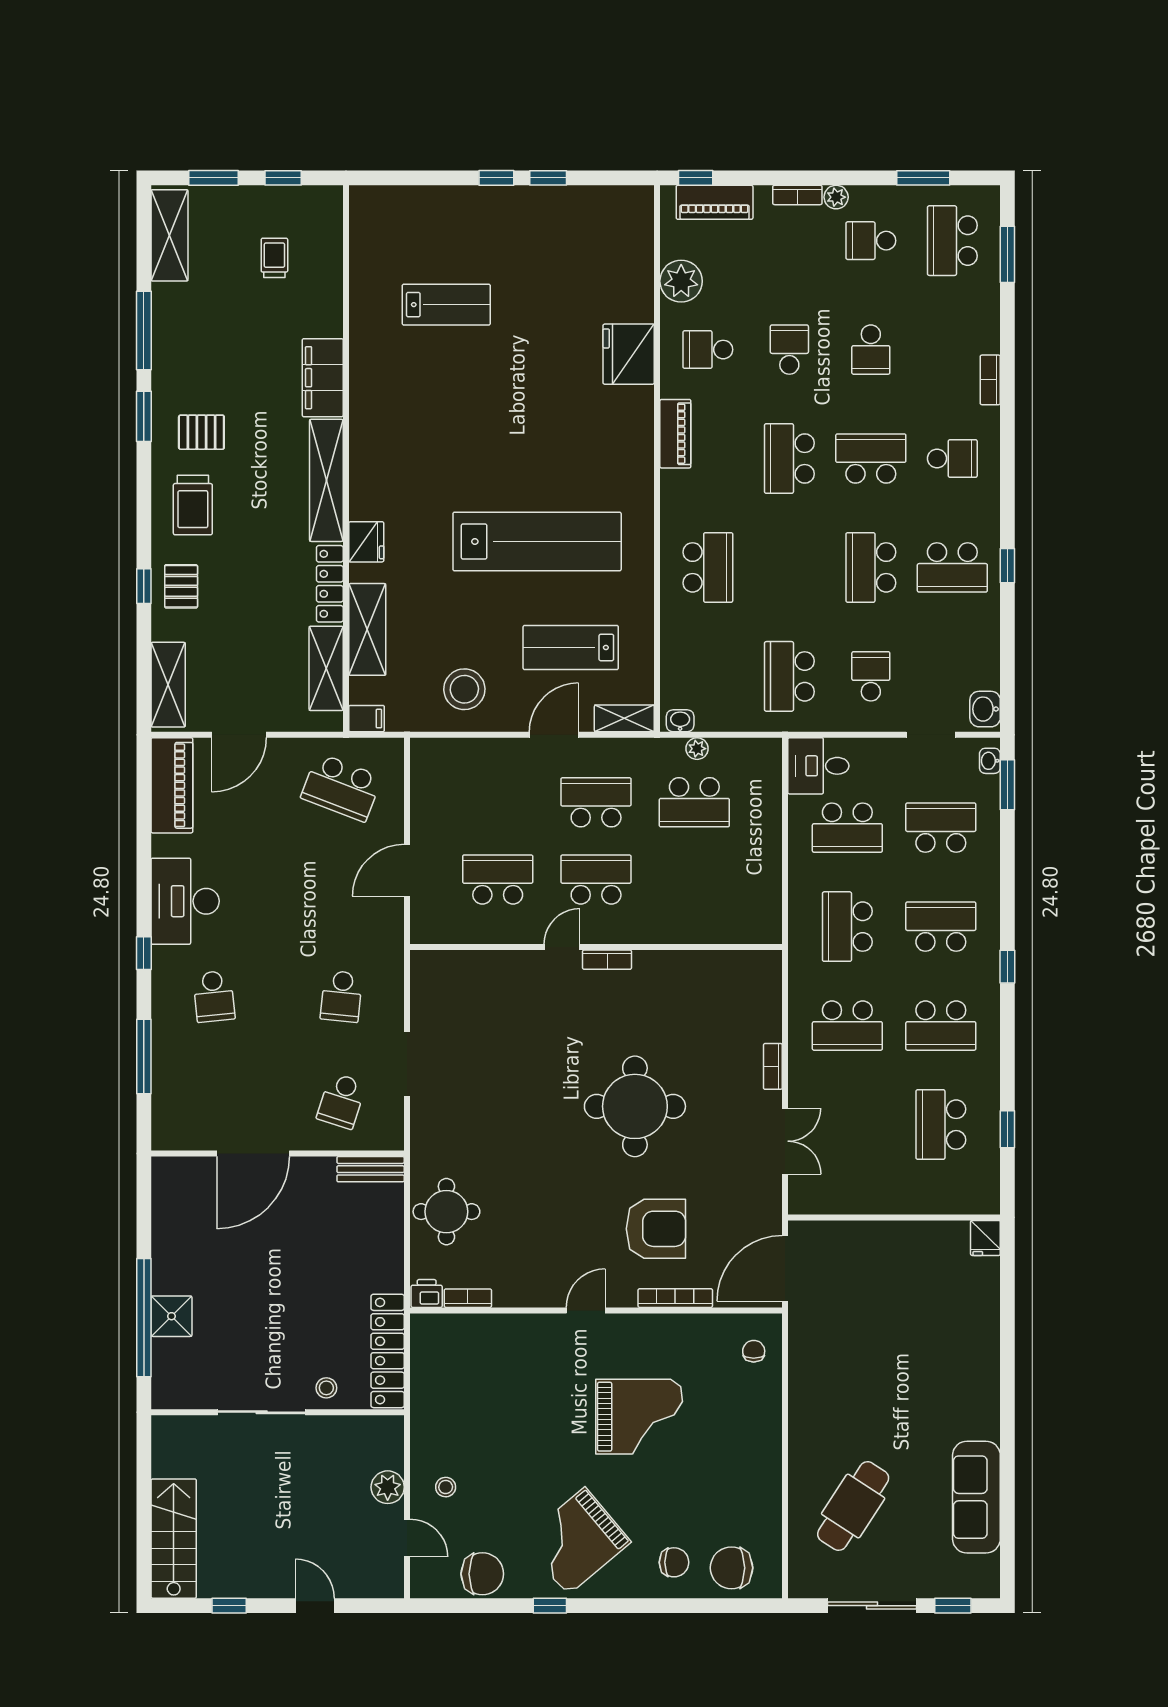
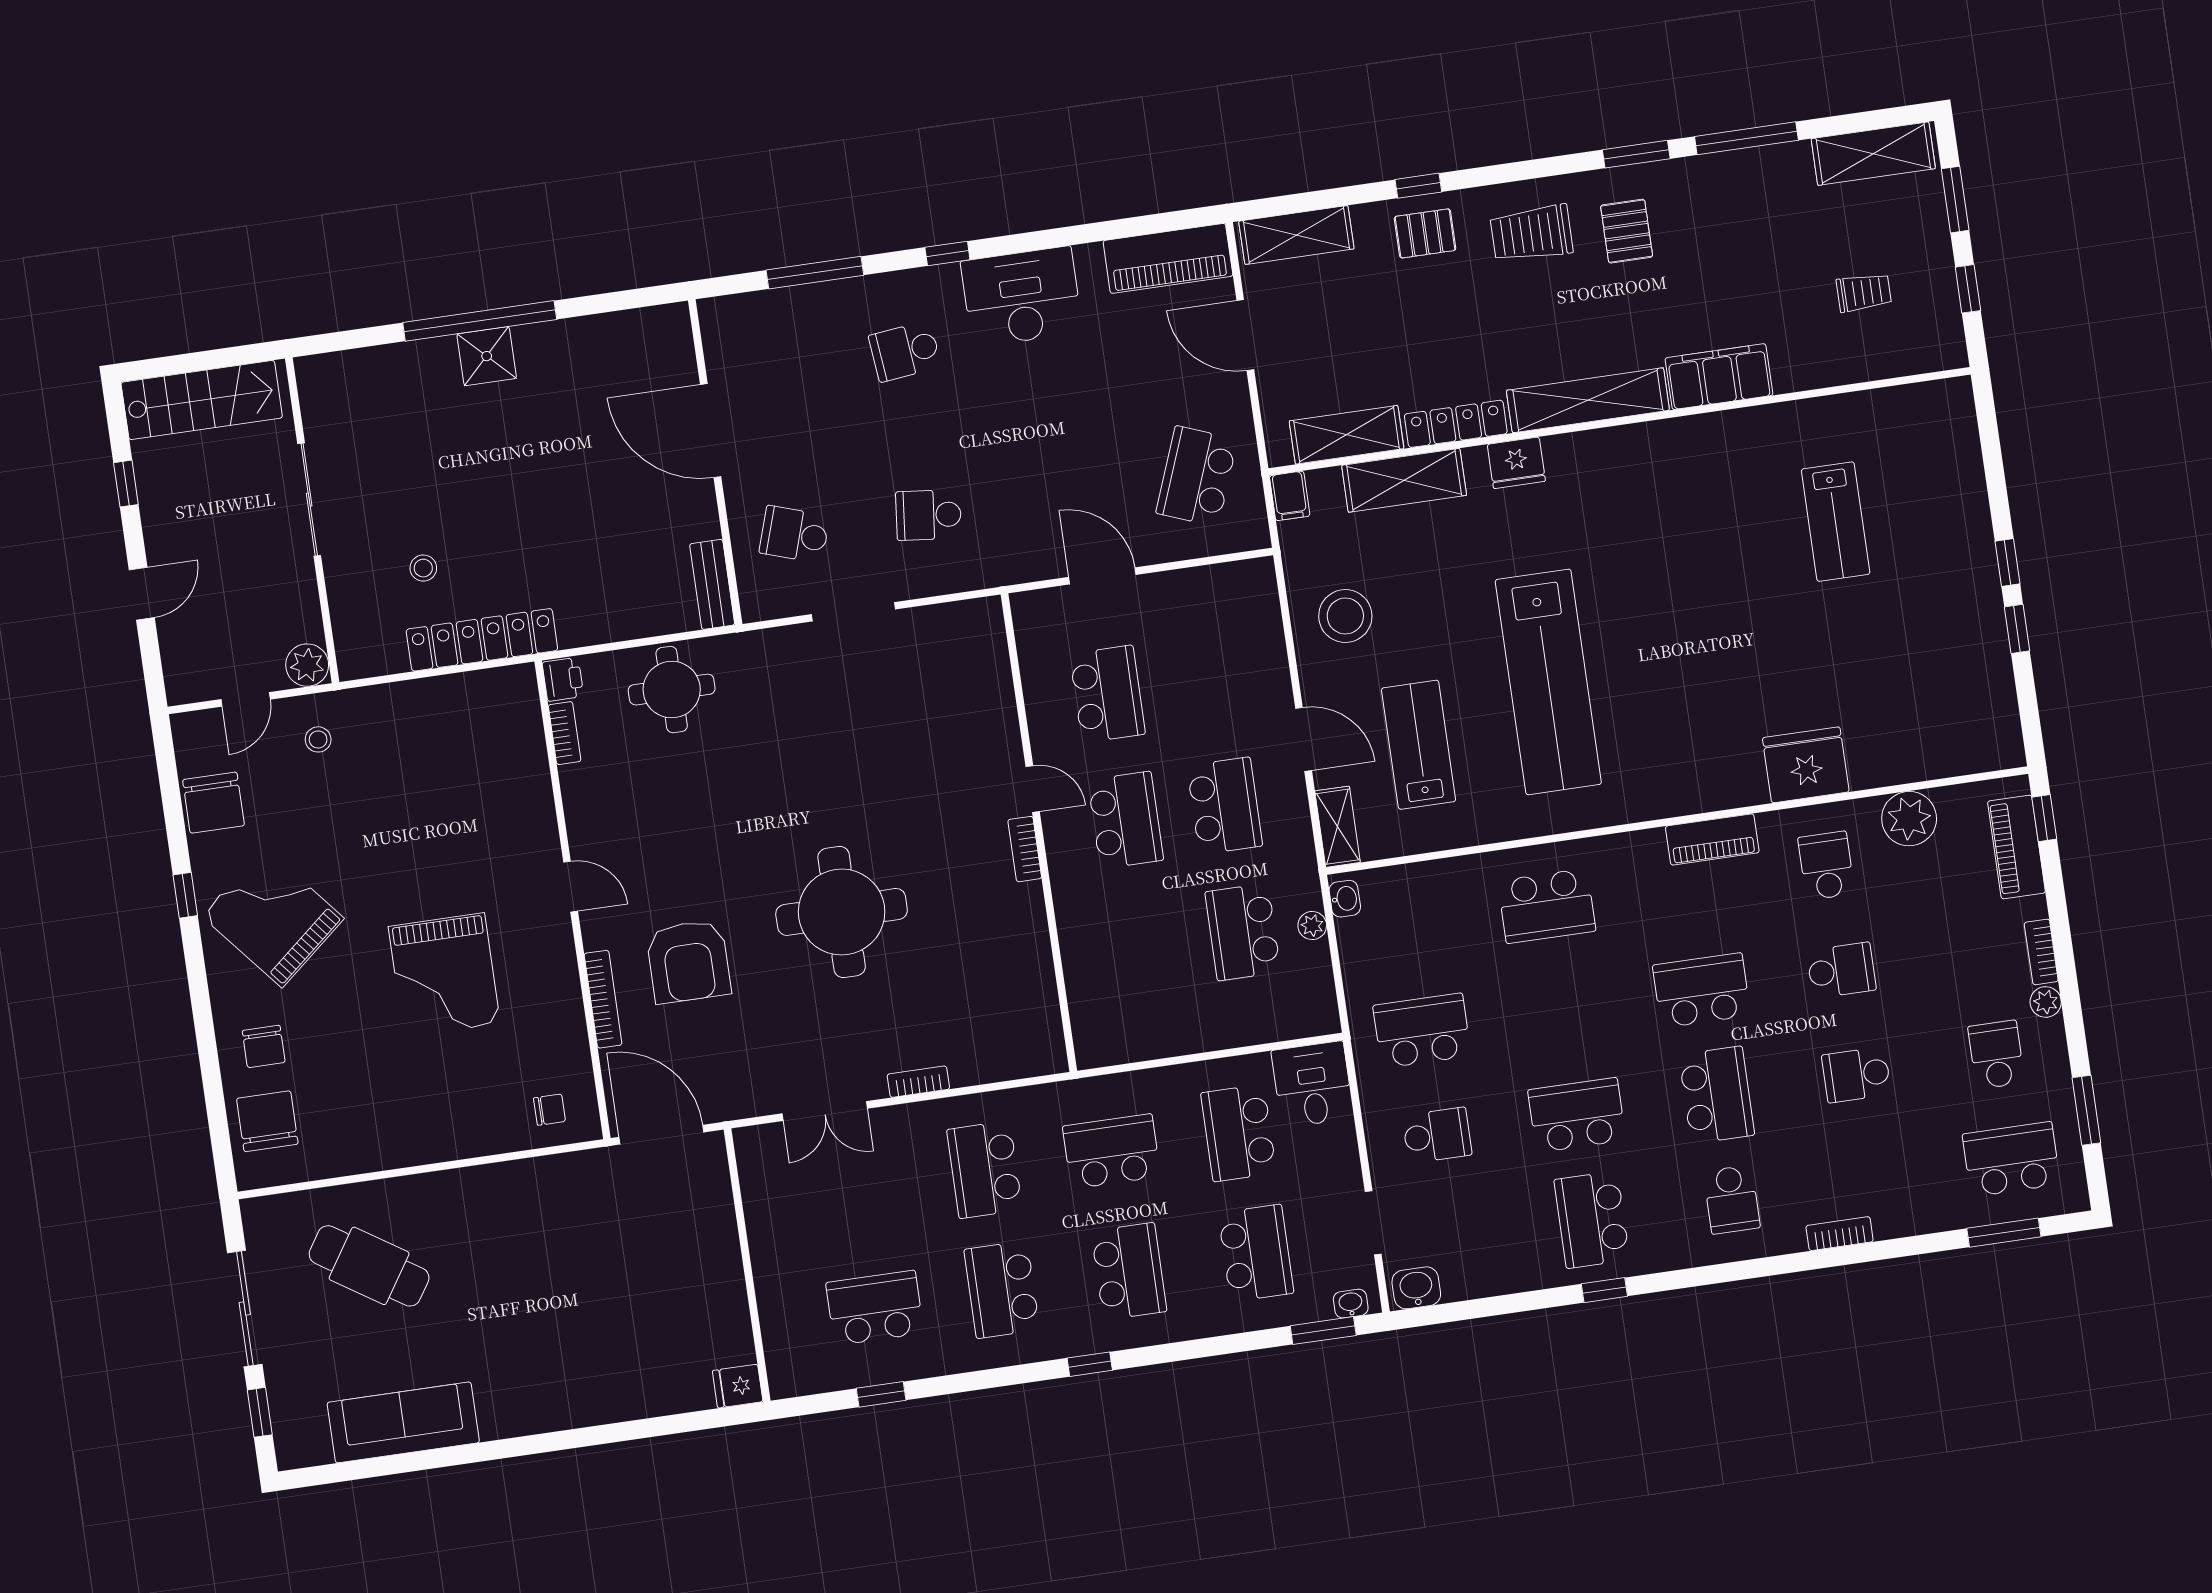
sliding door: (262, 1412) -> (309, 500), moved
wall: (278, 1412) -> (312, 520), moved

